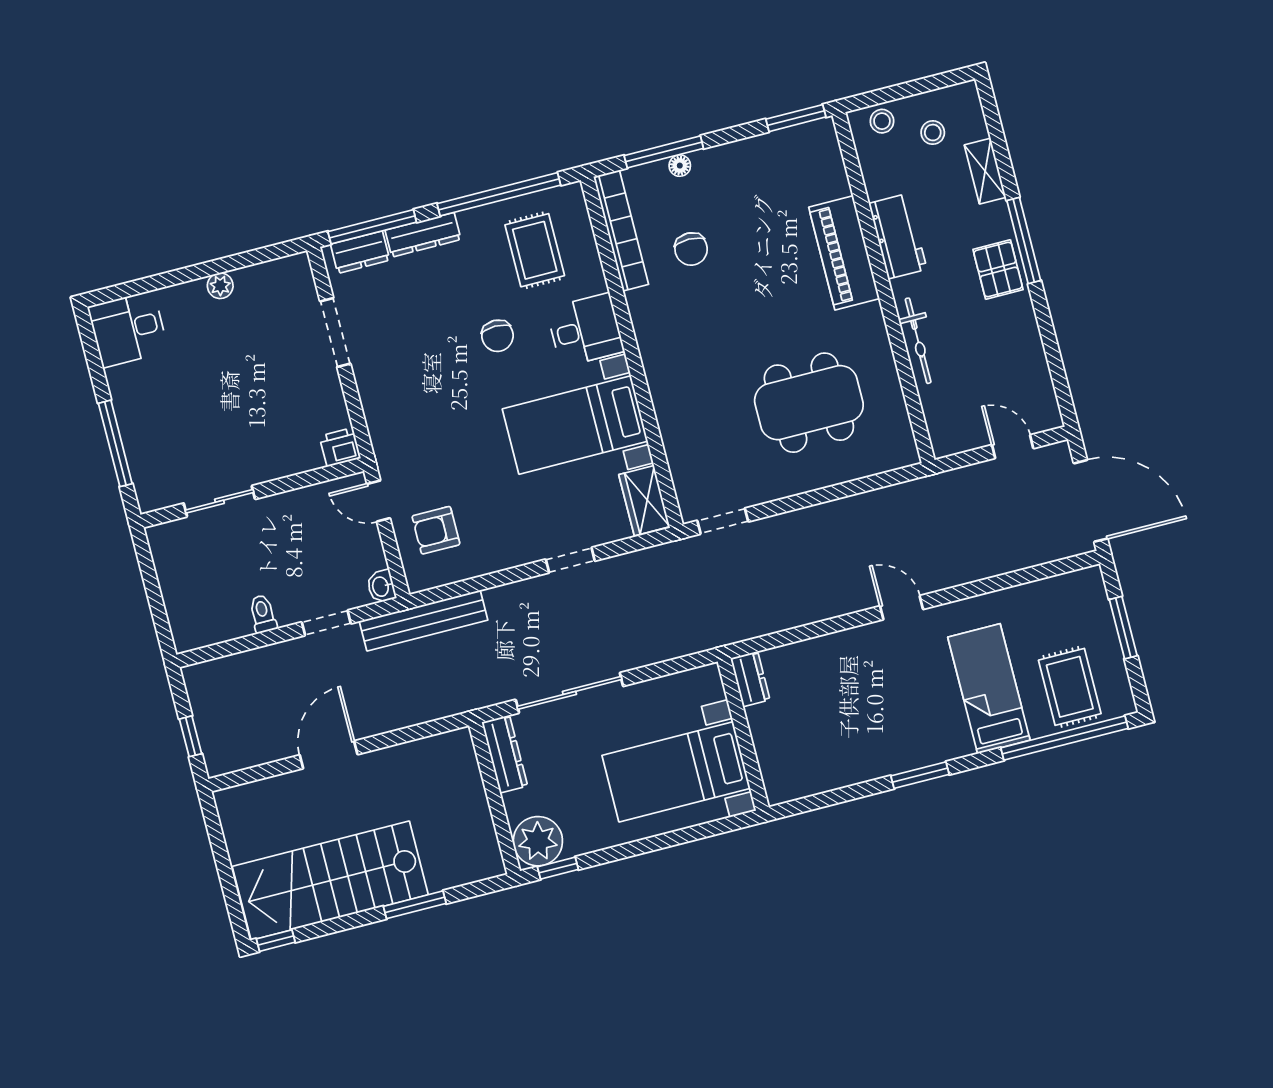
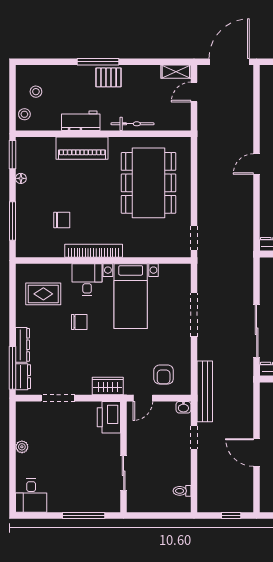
floor lamp: (680, 166) -> (21, 178), moved
shelving: (985, 171) -> (176, 72), moved
window: (499, 194) -> (12, 304), removed
bookcase: (621, 231) -> (94, 251), moved
dining table: (809, 403) -> (148, 183), width x1.36, depth x1.24
printer: (340, 447) -> (109, 417), width x1.87, depth x1.48
wardrobe: (644, 501) -> (108, 386), moved, turned 180
doorway: (570, 560) -> (194, 315), width x1.88
toilet: (263, 614) -> (182, 491), moved

